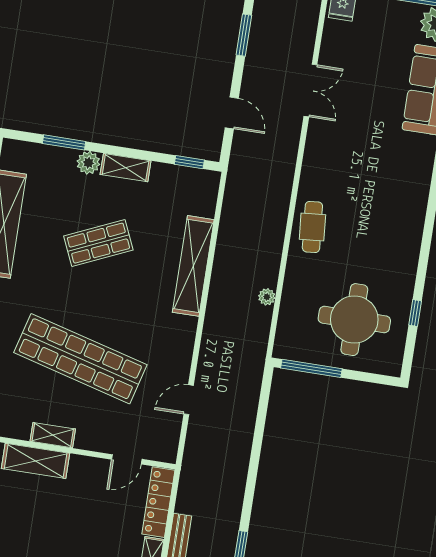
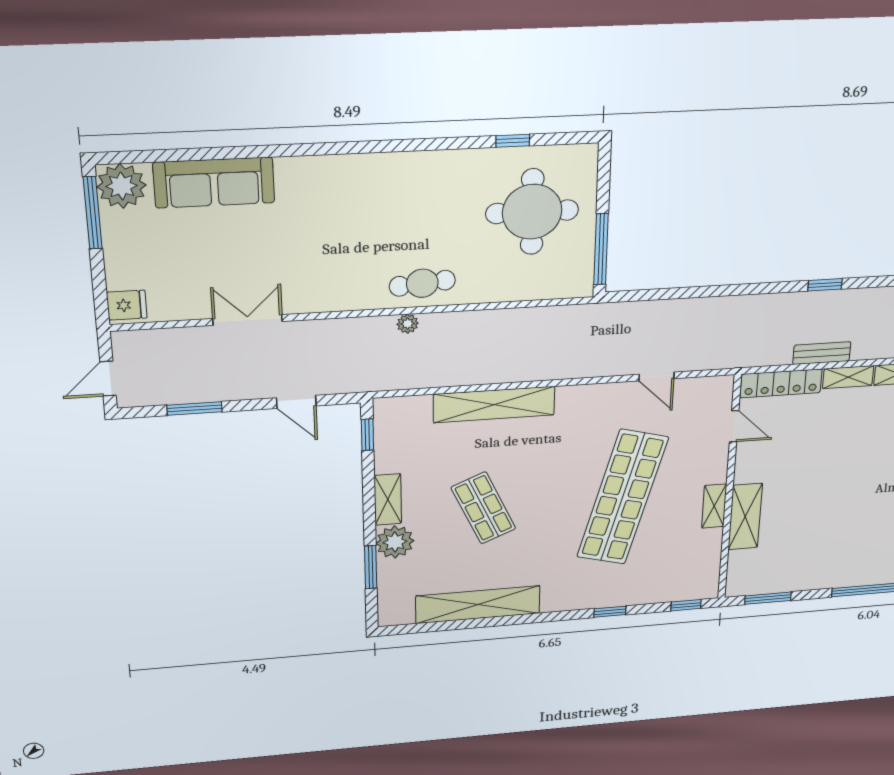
door: (232, 113) -> (296, 402), swing flipped
plant: (88, 163) -> (395, 542), width x1.36, depth x1.36
plant: (267, 297) -> (408, 324), moved

